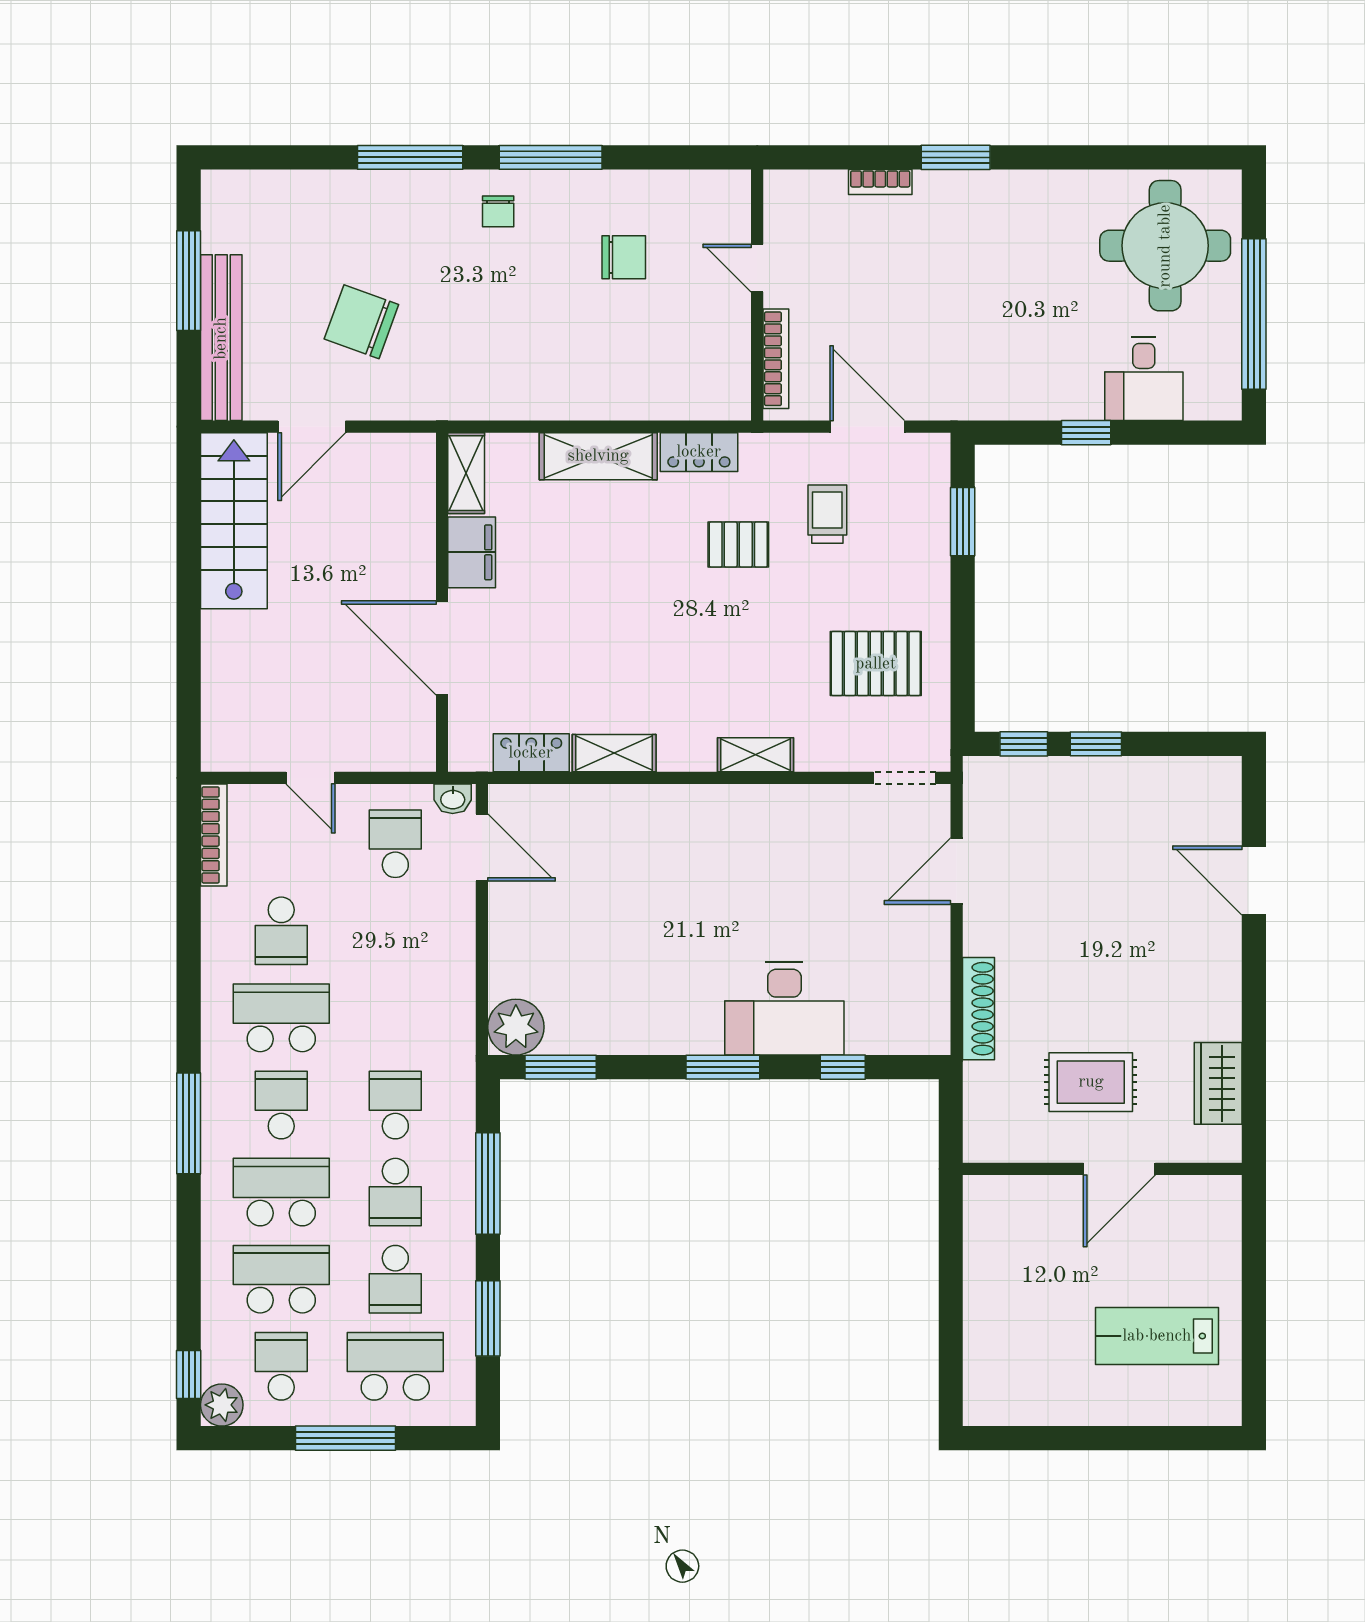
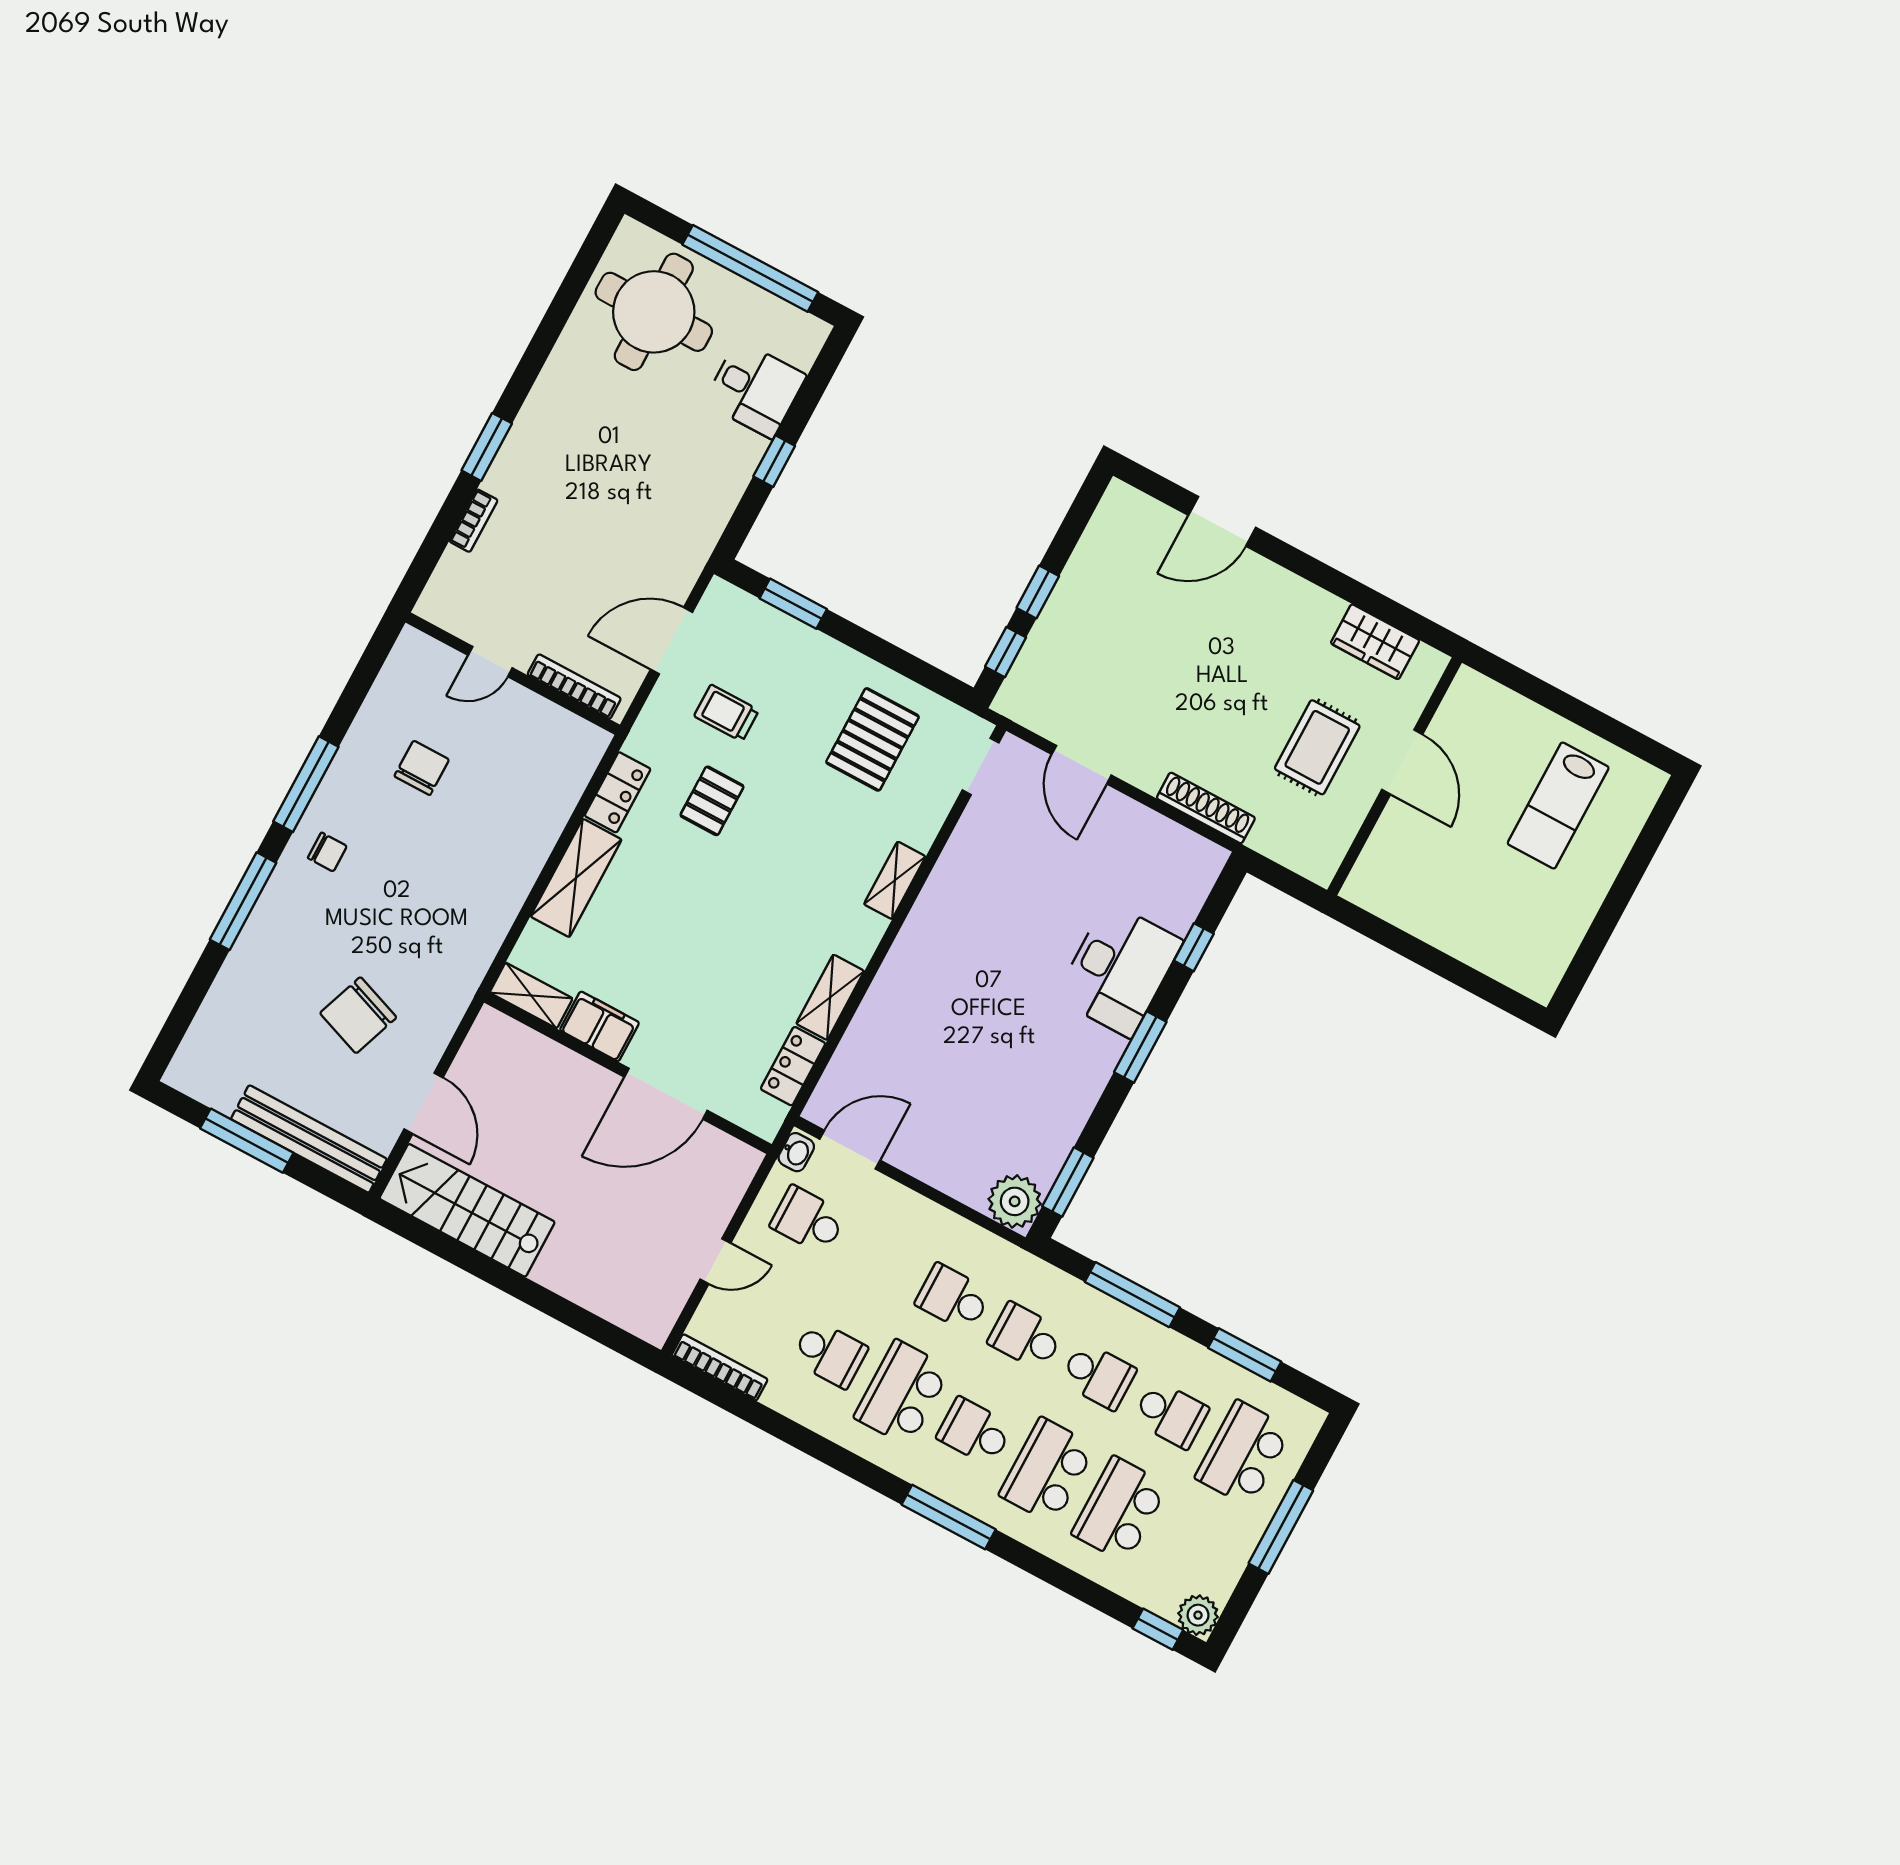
school desk: (281, 1366) -> (953, 1298), moved

